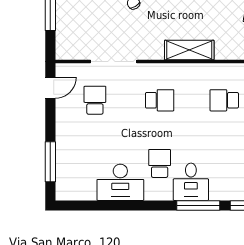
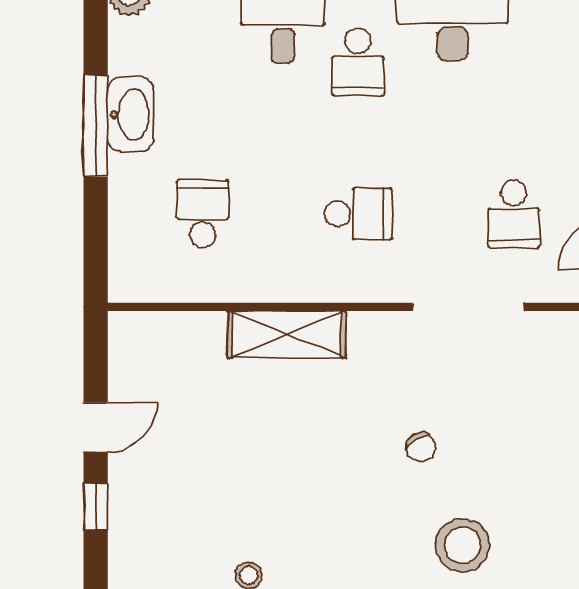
school desk: (160, 100) -> (358, 214), turned 180
school desk: (224, 100) -> (203, 214), turned -90

